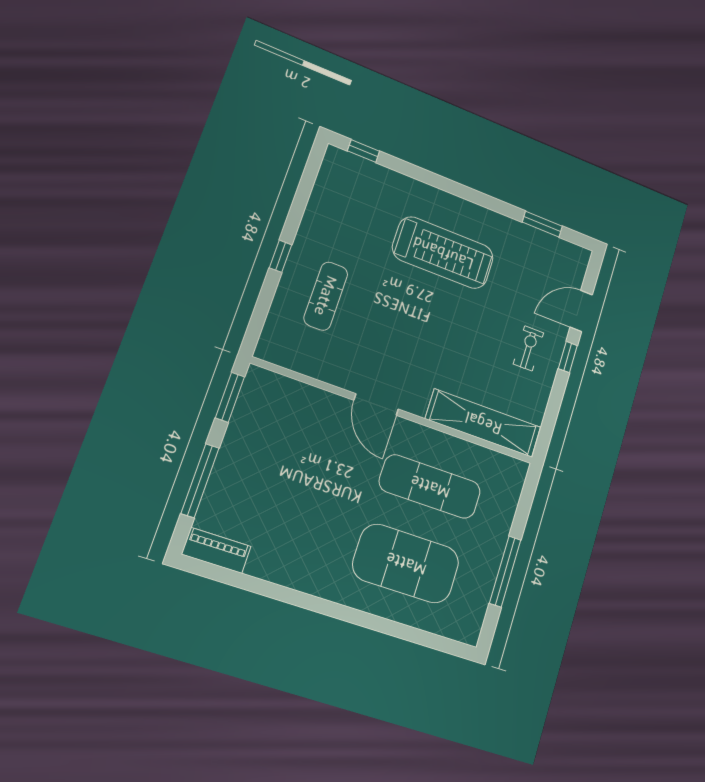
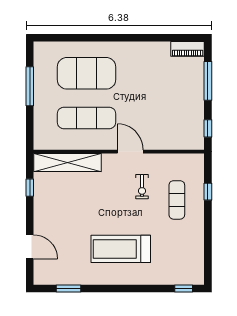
window: (281, 256) -> (208, 192), moved
door: (581, 311) -> (30, 247), hinge flipped
exercise bike: (528, 348) -> (142, 187), moved
window: (568, 357) -> (30, 188), moved
window: (230, 397) -> (208, 128), width x0.67

